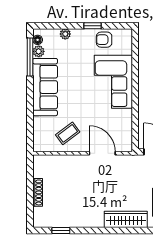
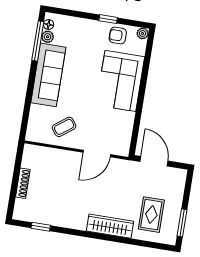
plant: (65, 34) -> (143, 33), moved
door: (102, 153) -> (97, 153), swing flipped

